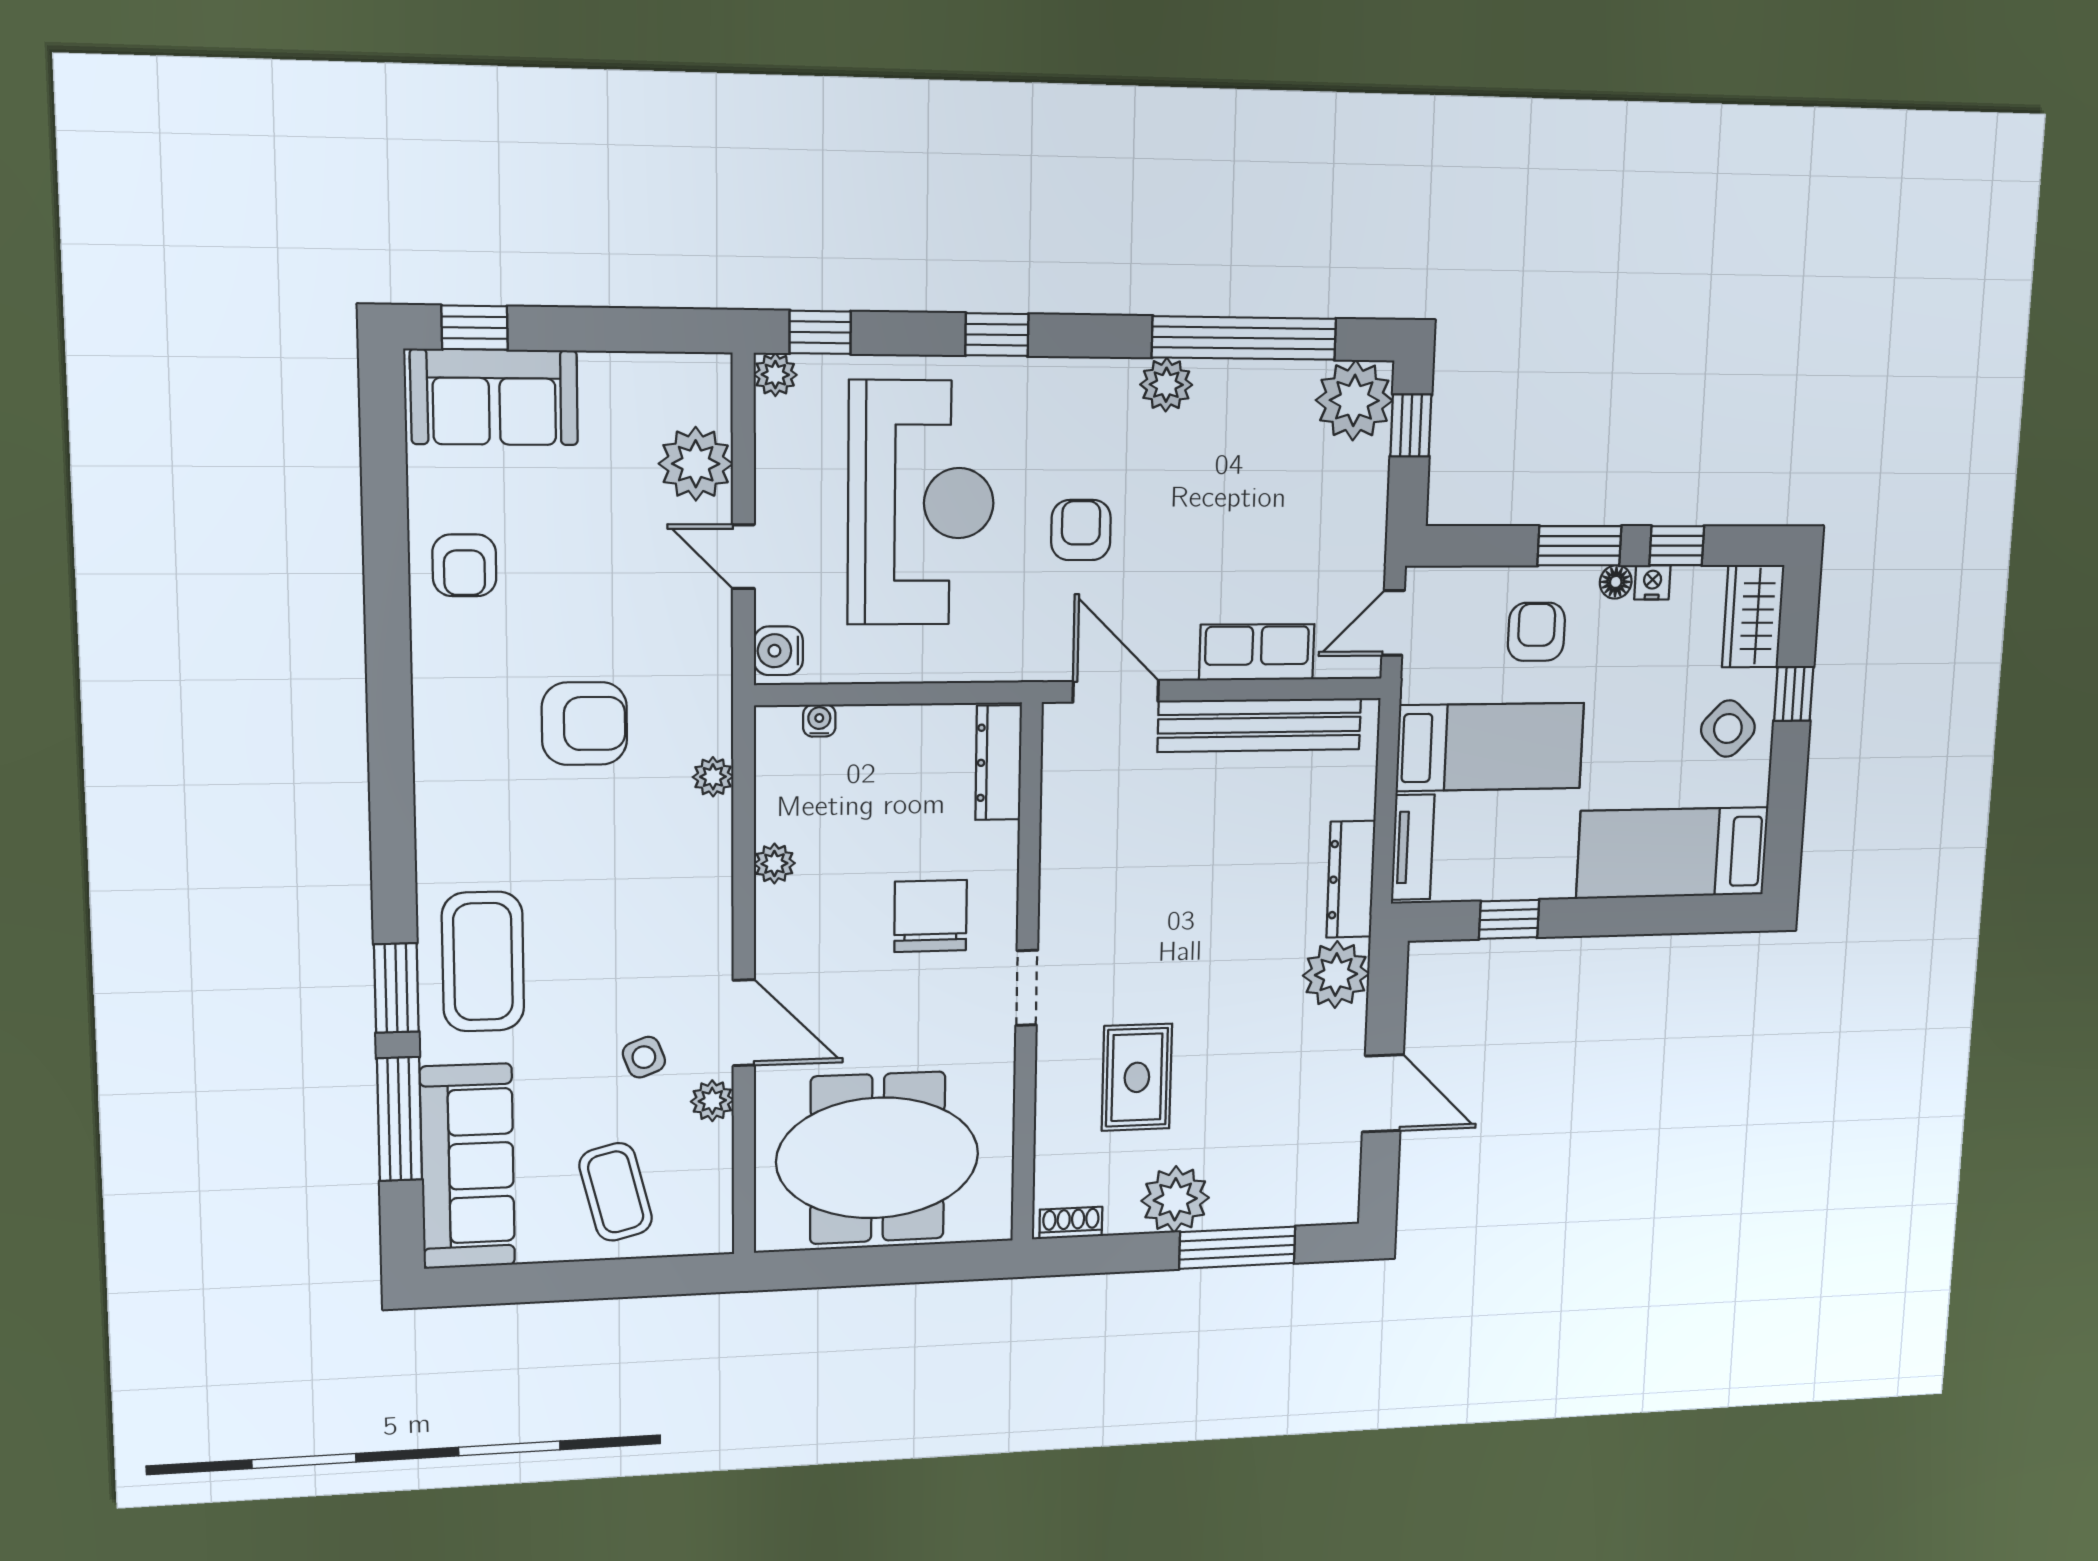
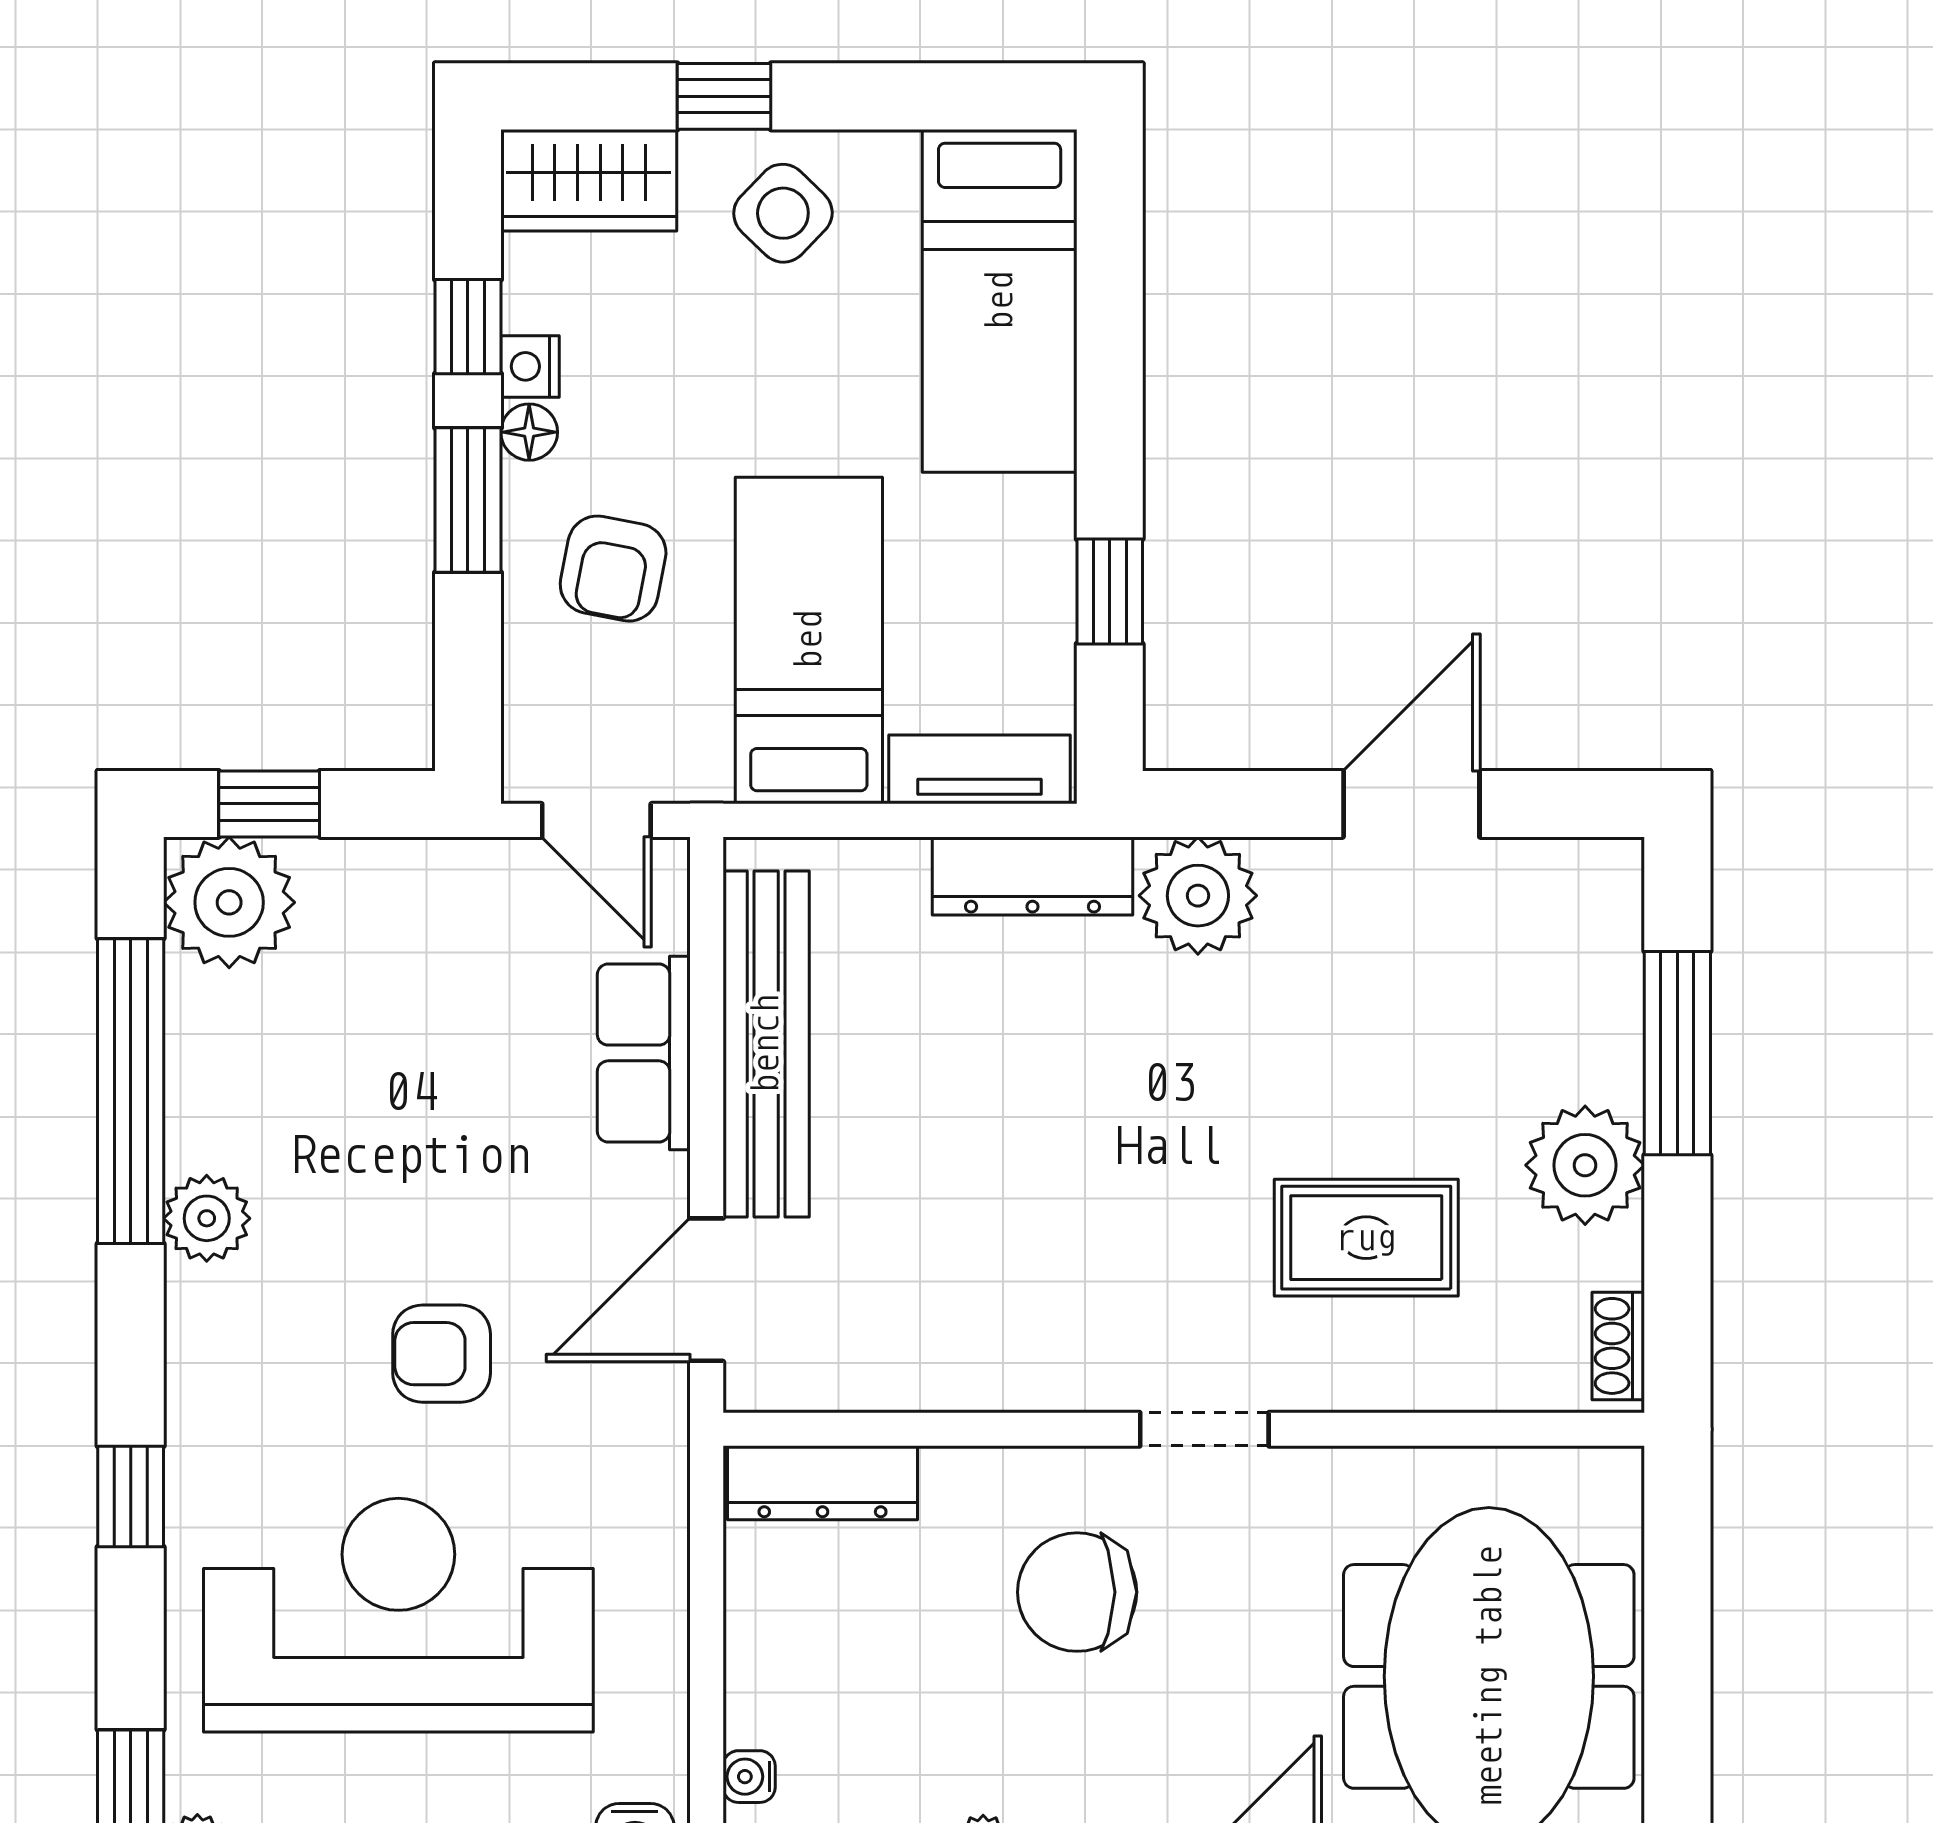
armchair: (1536, 632) -> (613, 569), turned -79

